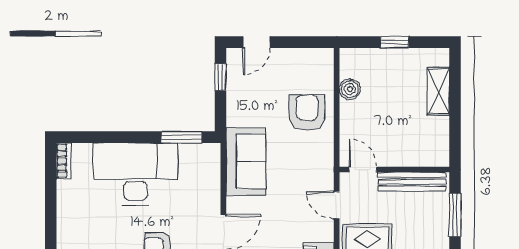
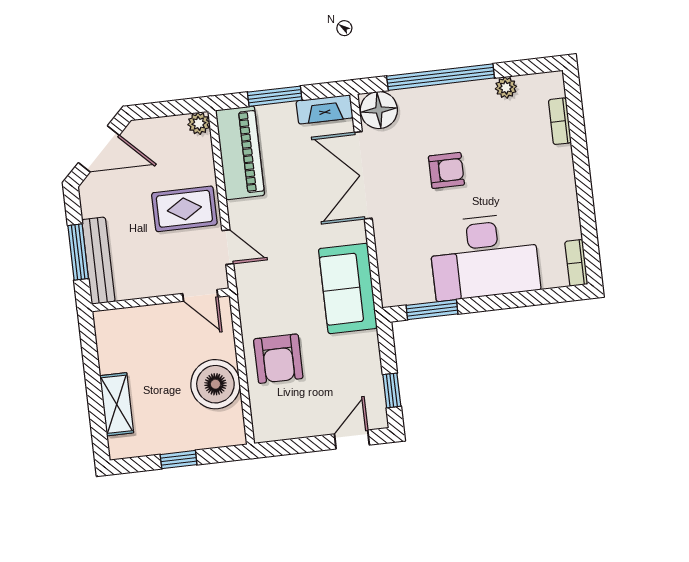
boiler: (350, 89) -> (215, 384), width x1.86, depth x1.86
bench: (412, 182) -> (98, 261), moved, turned 90

